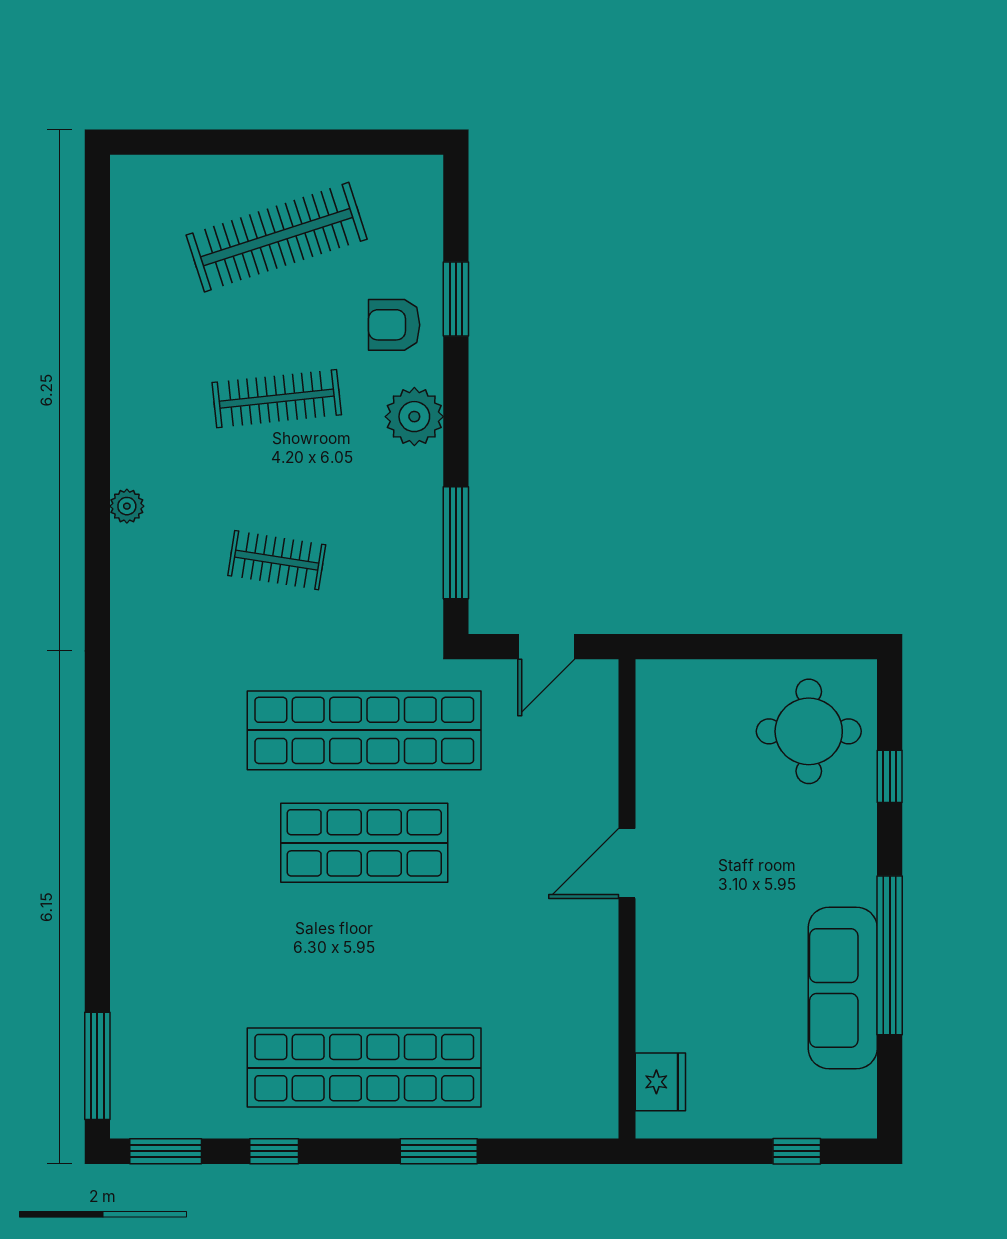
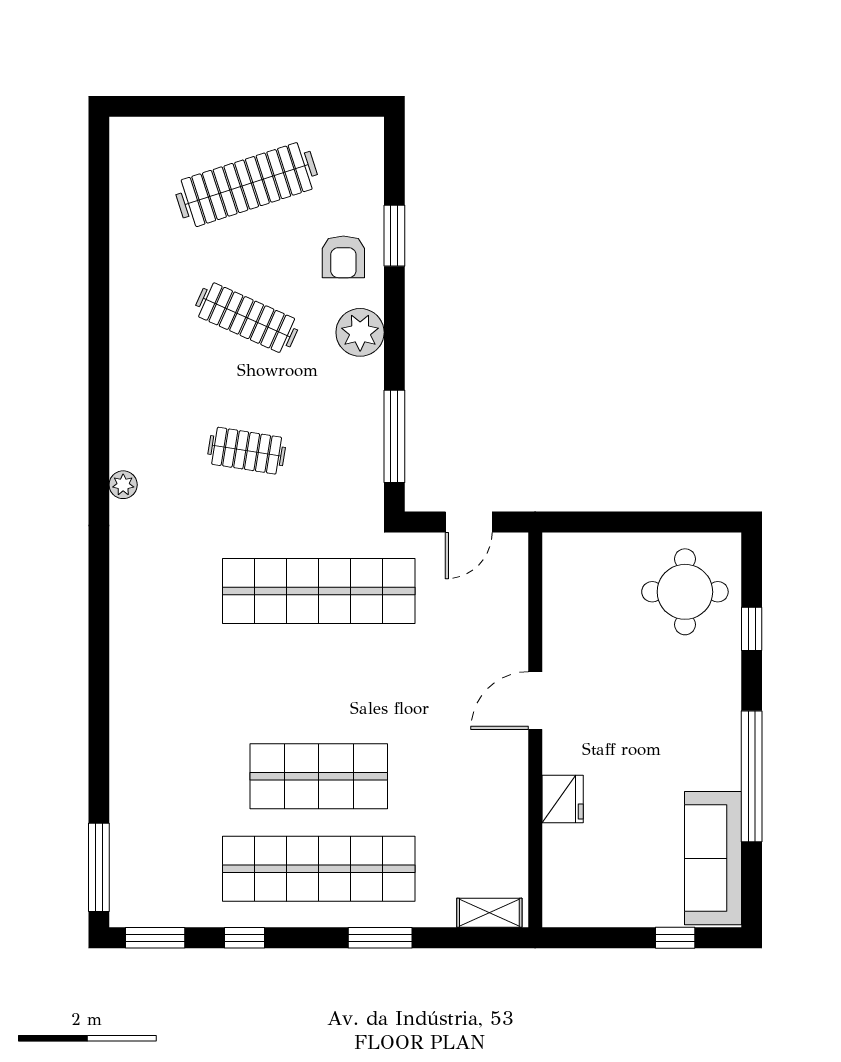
armchair: (394, 325) -> (343, 257), turned -90
clothes rail: (277, 399) -> (247, 318), turned 30
plant: (127, 506) -> (123, 485), moved
shop shelf: (364, 843) -> (319, 776), moved
sofa: (843, 988) -> (713, 858), moved
fridge: (660, 1082) -> (563, 799), moved
shelving: (571, 1121) -> (489, 913), added

